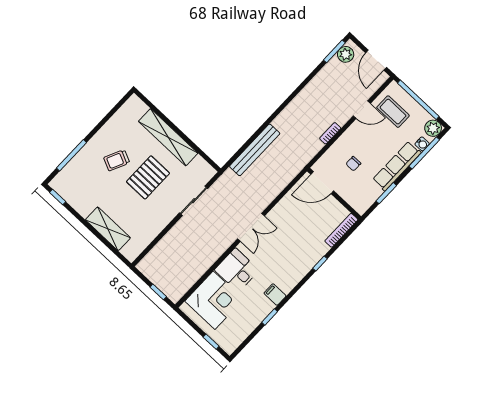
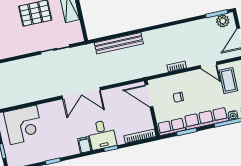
row of seats: (367, 199) -> (171, 127), added
double door: (251, 227) -> (81, 93), width x1.37
desk: (237, 270) -> (102, 135), moved, turned 180
filing cabinet: (275, 295) -> (85, 145), moved

